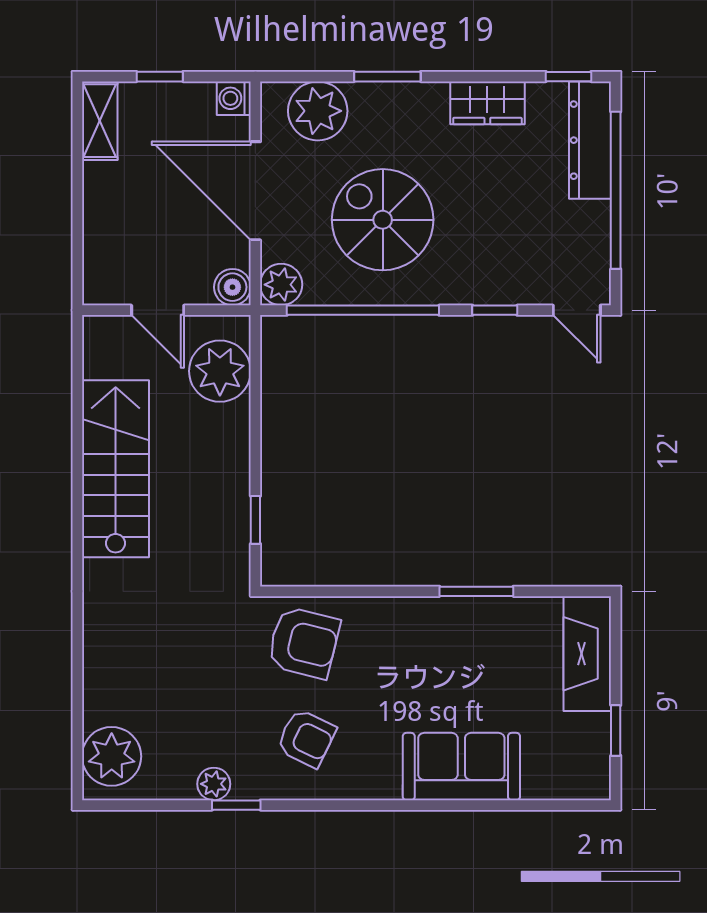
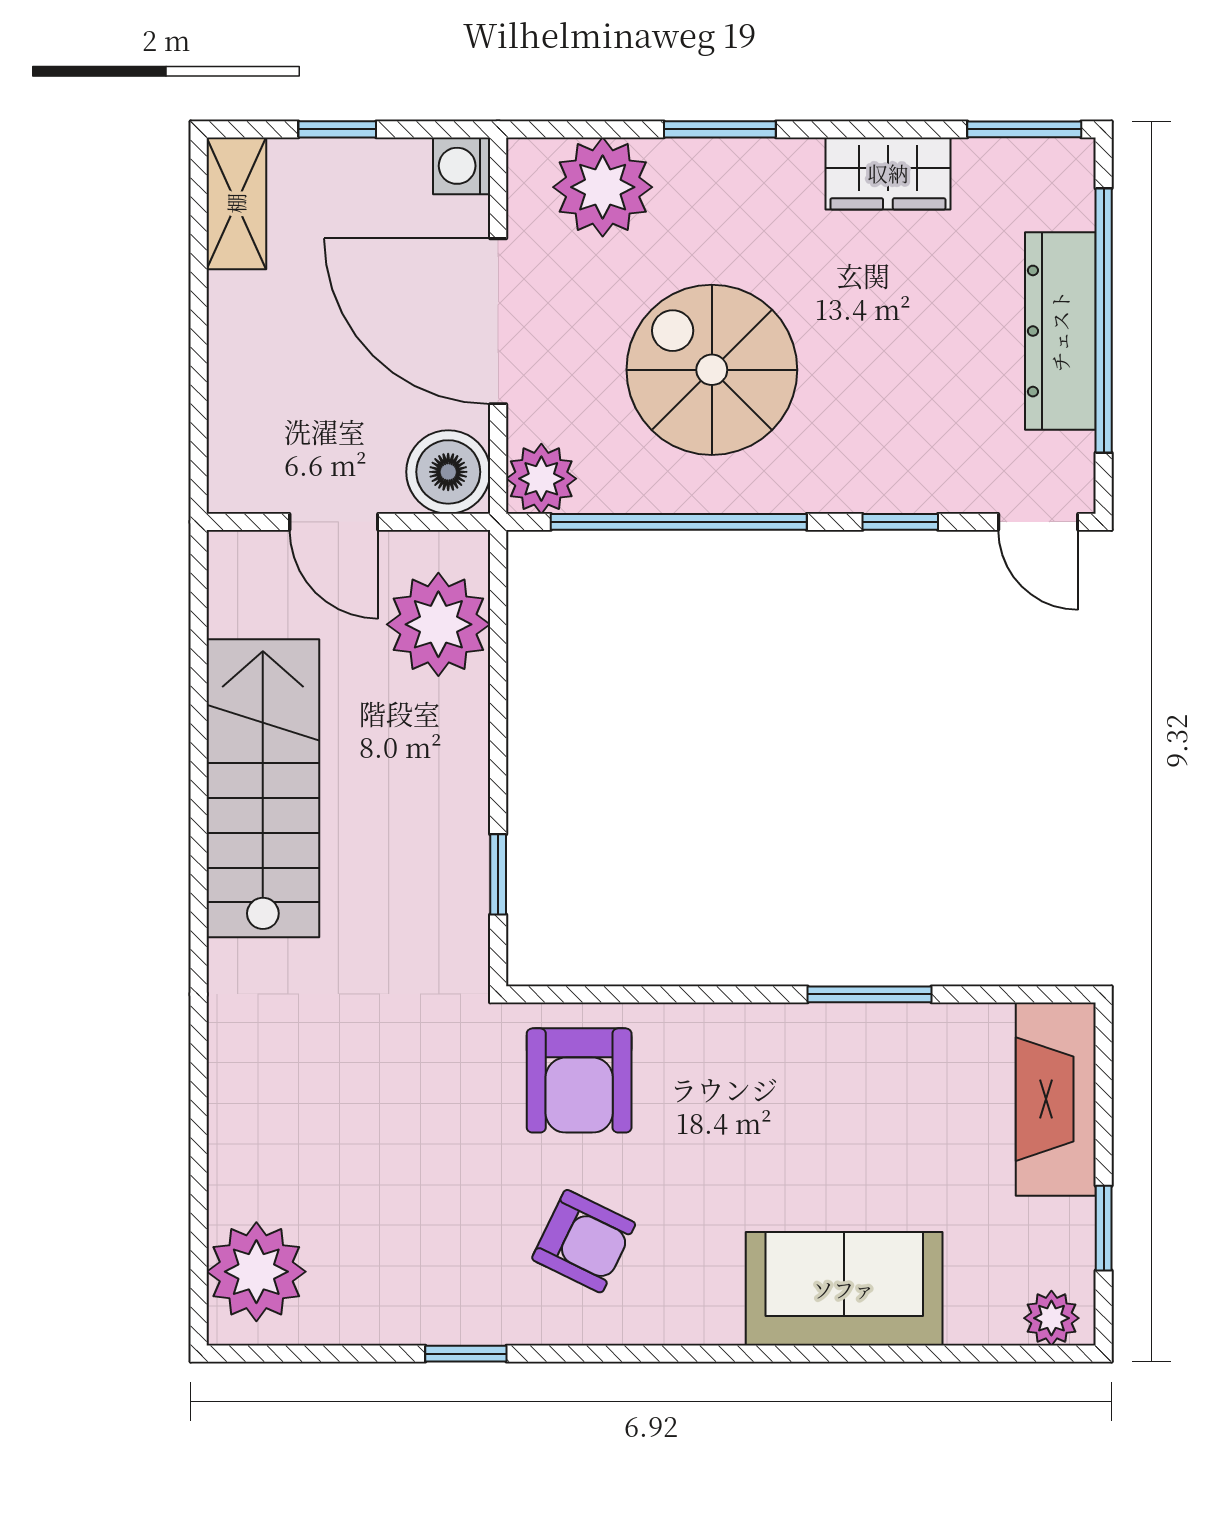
window: (569, 77) -> (1024, 129), width x1.50
dresser: (590, 140) -> (1060, 331), moved
boiler: (232, 287) -> (448, 472), width x1.36, depth x1.36
armchair: (304, 643) -> (579, 1080), turned 76
plant: (214, 784) -> (1051, 1318), moved

